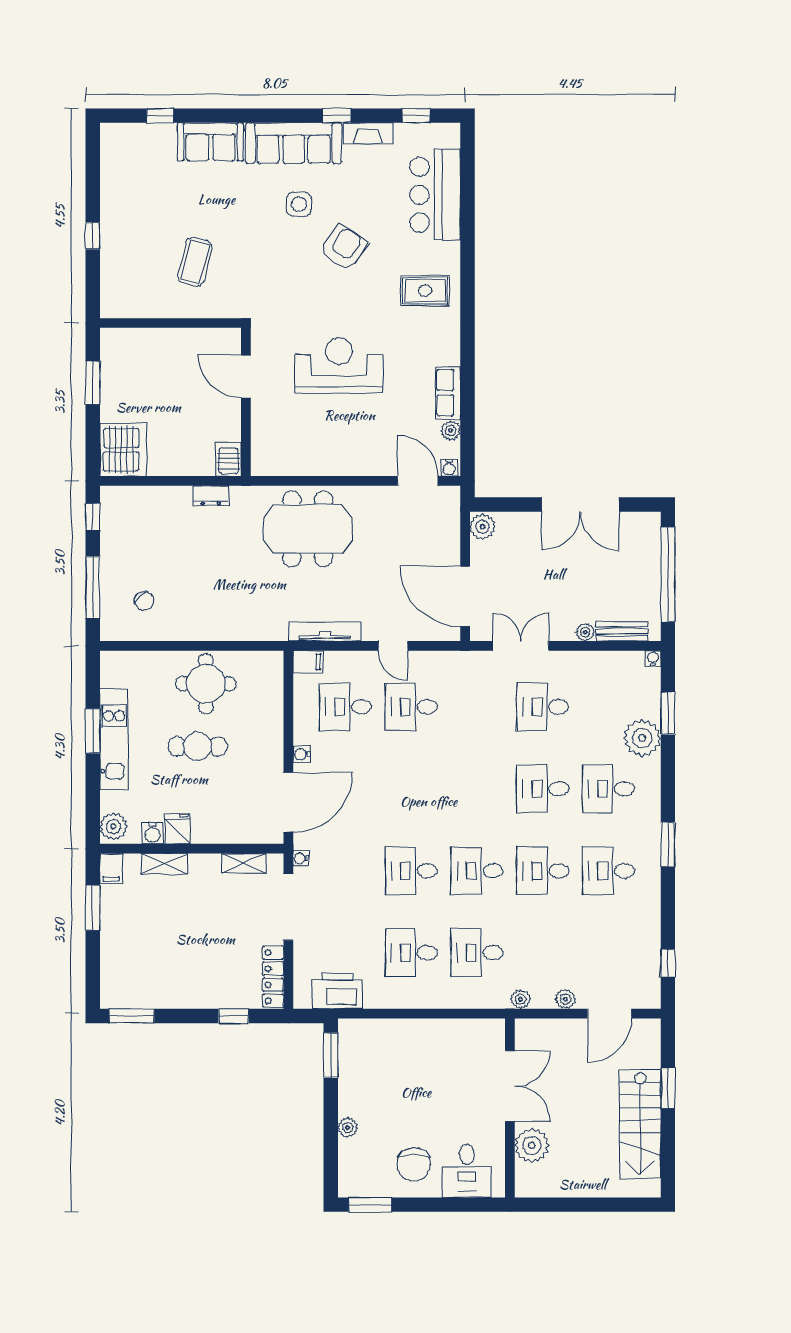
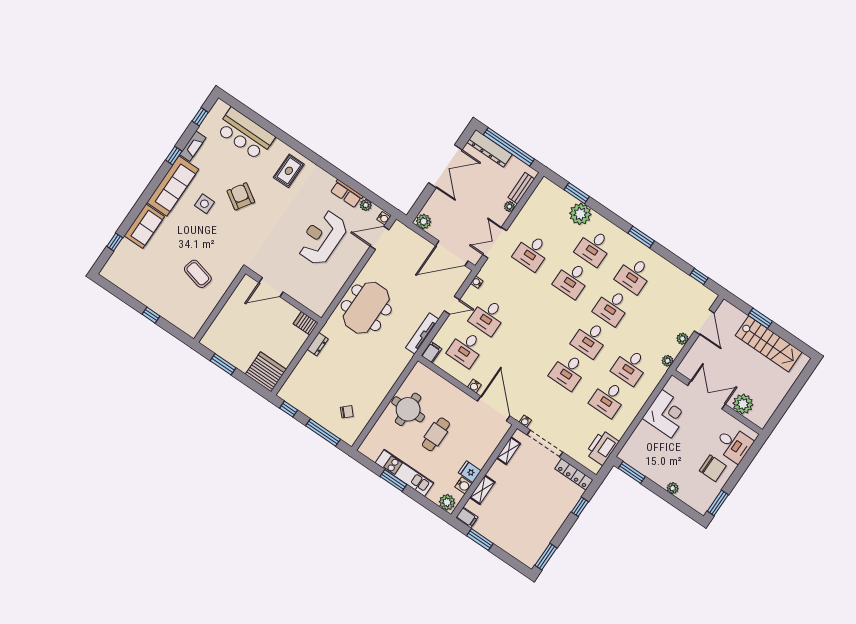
reception desk: (339, 366) -> (322, 238), moved
dresser: (647, 549) -> (490, 148), added
water cooler: (653, 658) -> (477, 282), moved
corner desk: (446, 1048) -> (667, 414), added

